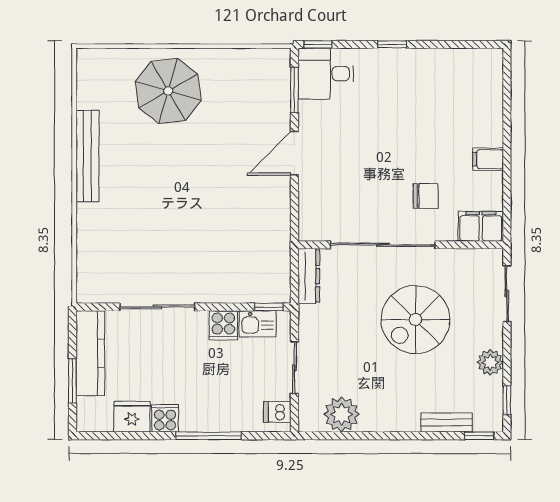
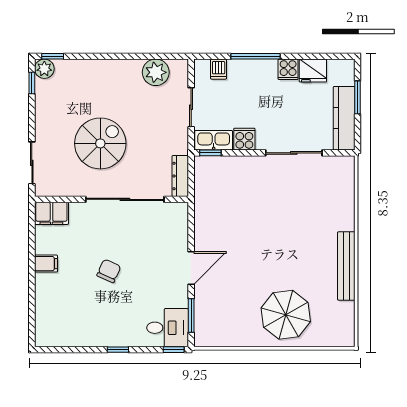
chair: (426, 196) -> (109, 271), moved, turned 114
kitchen sink: (258, 324) -> (214, 140), width x1.38
plant: (490, 362) -> (44, 69), moved
dishwasher: (277, 412) -> (219, 69), moved, turned 90
bench: (447, 422) -> (77, 66), removed

